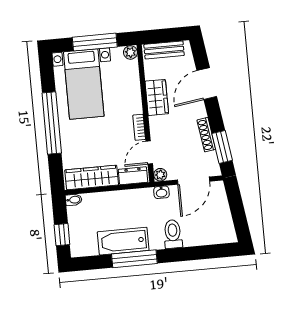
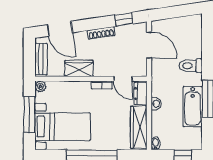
door: (207, 84) -> (60, 29), moved
shoe rack: (206, 135) -> (101, 33), moved
window: (222, 147) -> (124, 19), width x0.67
plant: (160, 175) -> (142, 71), removed
washbasin: (161, 192) -> (156, 104), moved

